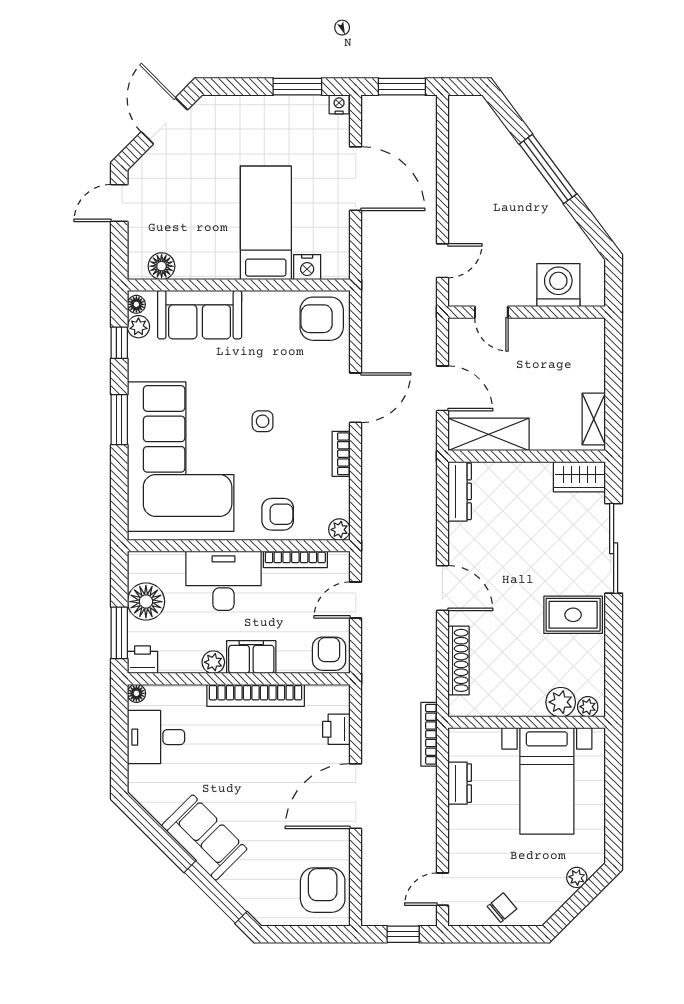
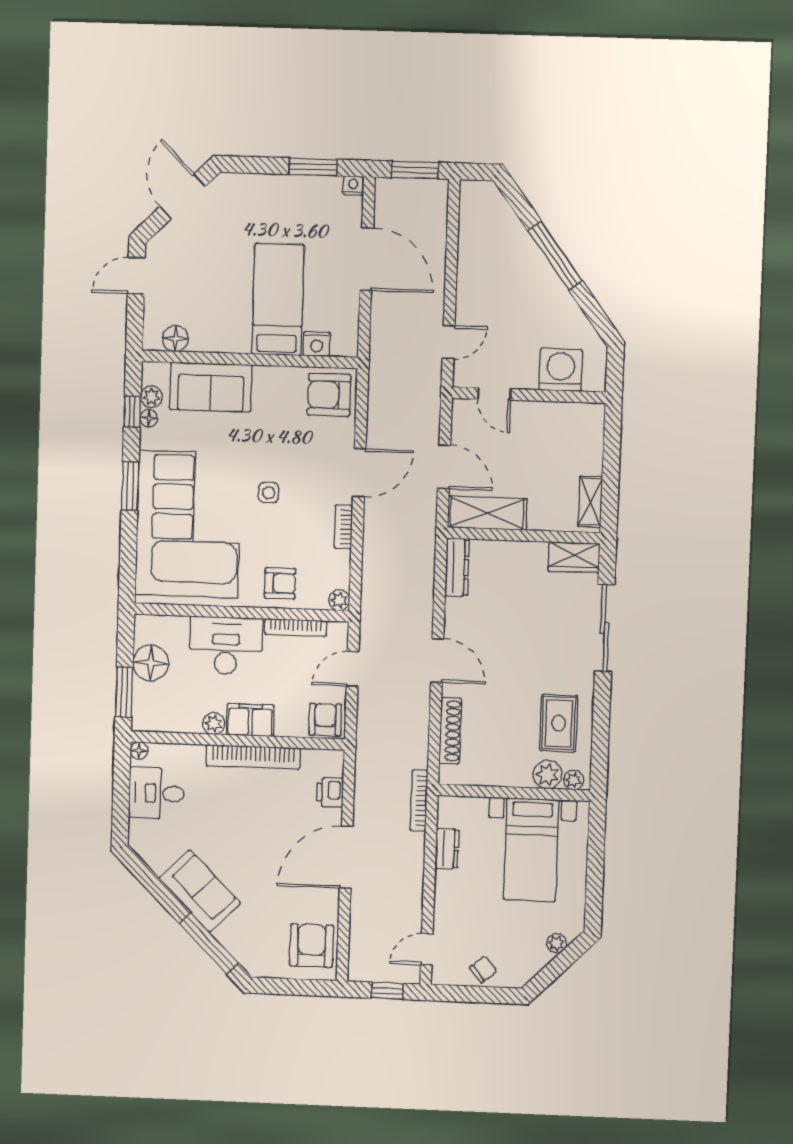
floor lamp: (136, 304) -> (149, 418), moved
rug: (573, 615) -> (559, 723), moved, turned 90
printer: (142, 660) -> (146, 719), removed

